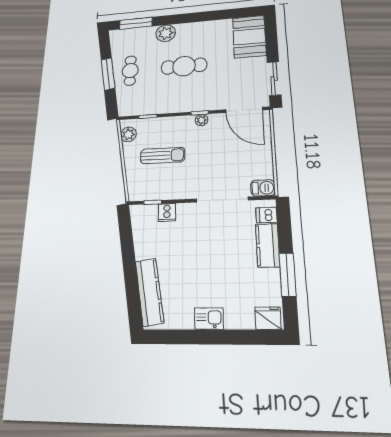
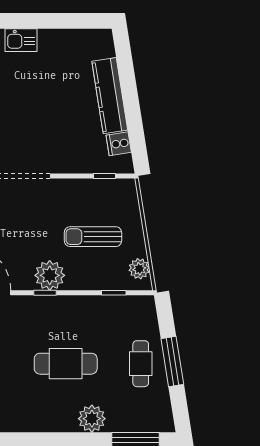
plant: (201, 120) -> (50, 275), width x1.87, depth x1.87
cooker: (167, 212) -> (119, 144), moved, turned -99
kitchen counter: (149, 292) -> (110, 96), moved
kitchen sink: (209, 318) -> (21, 40), moved

